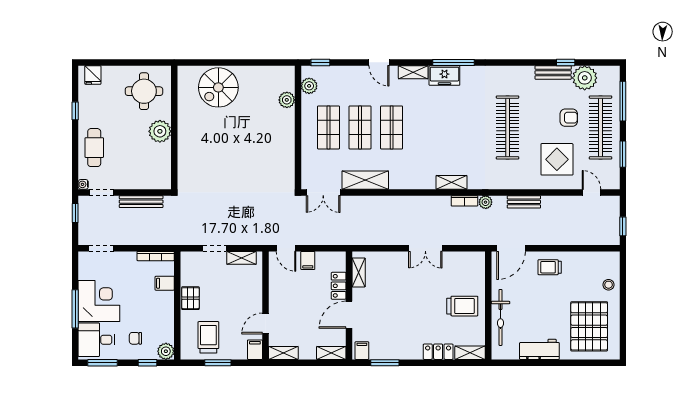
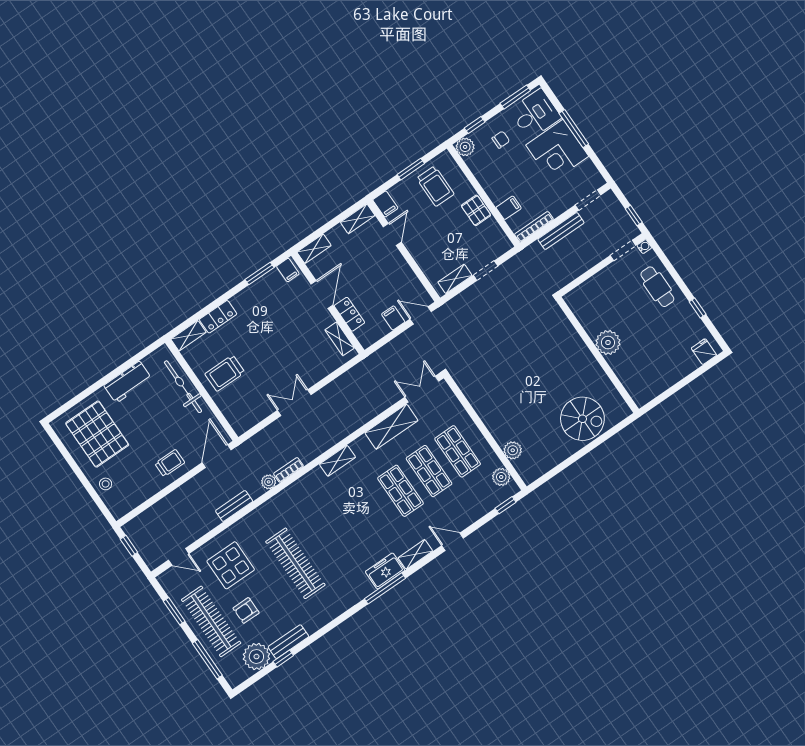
spiral stairs: (218, 87) -> (582, 419), turned 90
round table: (144, 91) -> (648, 369), removed
shelving: (452, 182) -> (337, 461), moved
bench: (141, 202) -> (561, 231), moved

